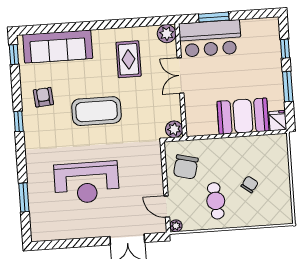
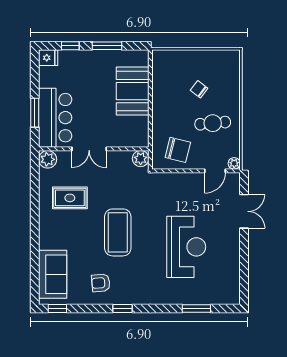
sofa: (58, 47) -> (53, 274), width x0.73
fridge: (278, 121) -> (48, 58), moved, turned 180

